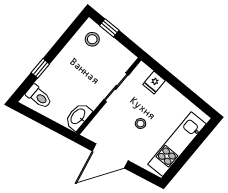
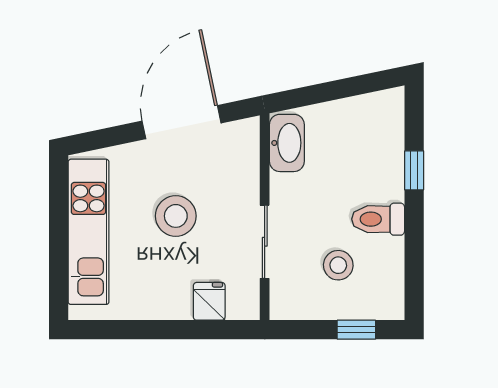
stool: (92, 39) -> (338, 265), moved
toilet: (39, 97) -> (378, 219), moved
stool: (141, 124) -> (176, 216), width x1.89, depth x1.89

